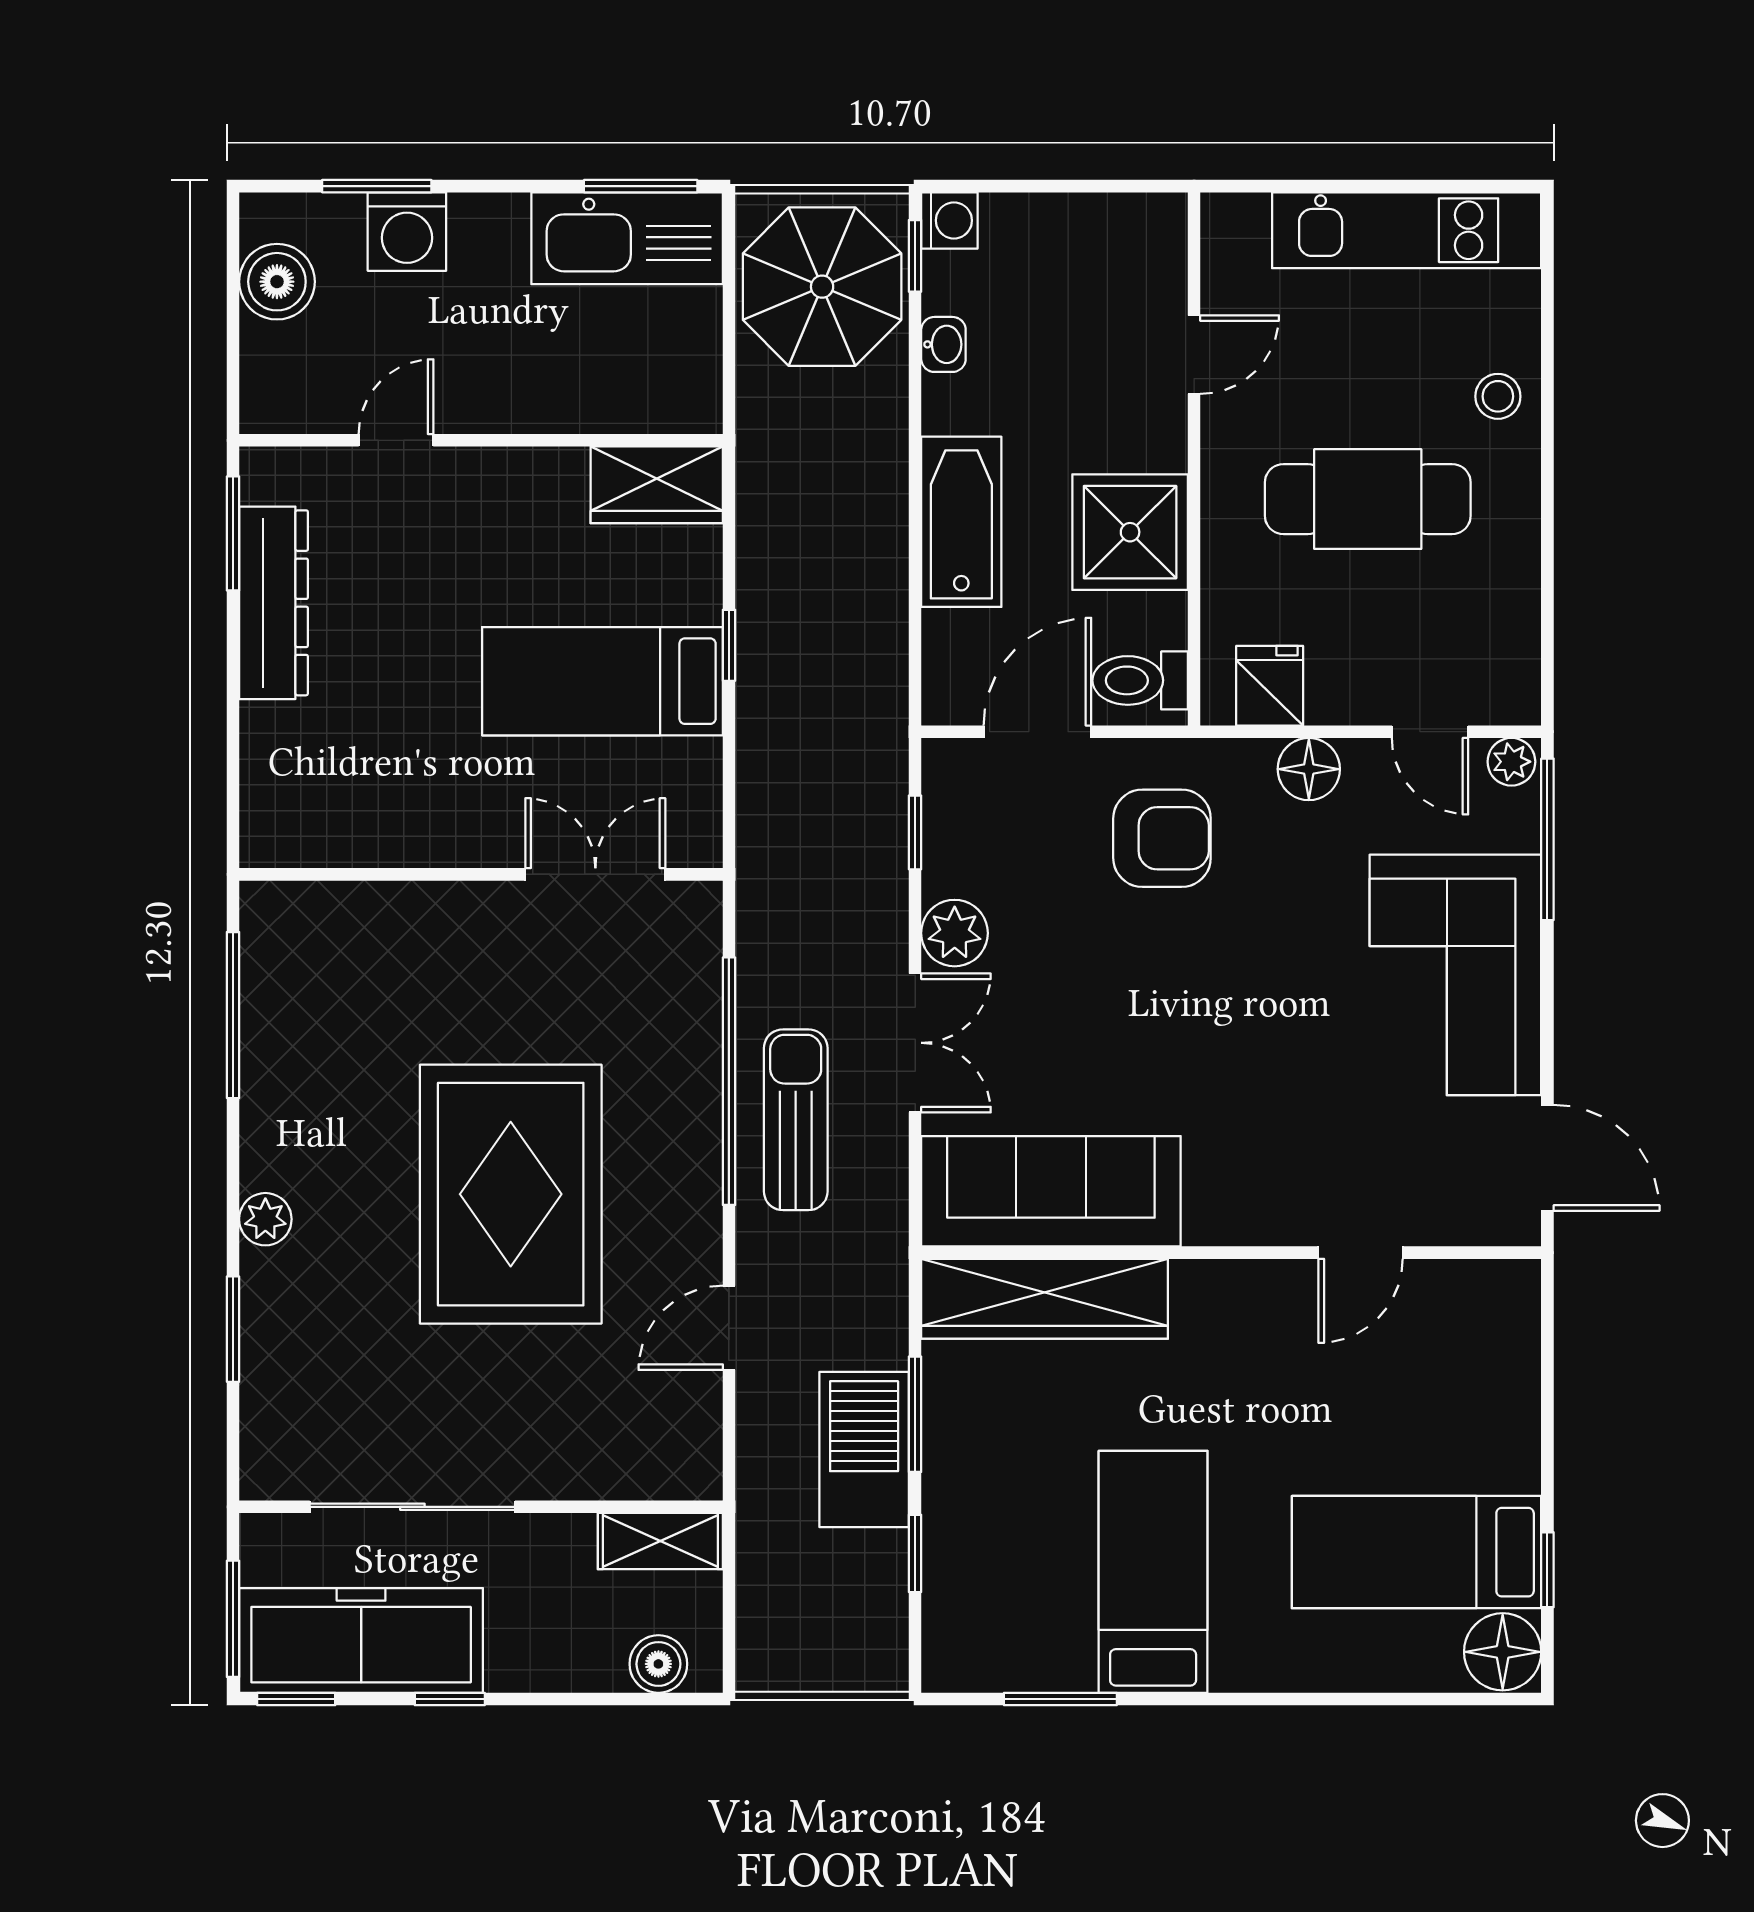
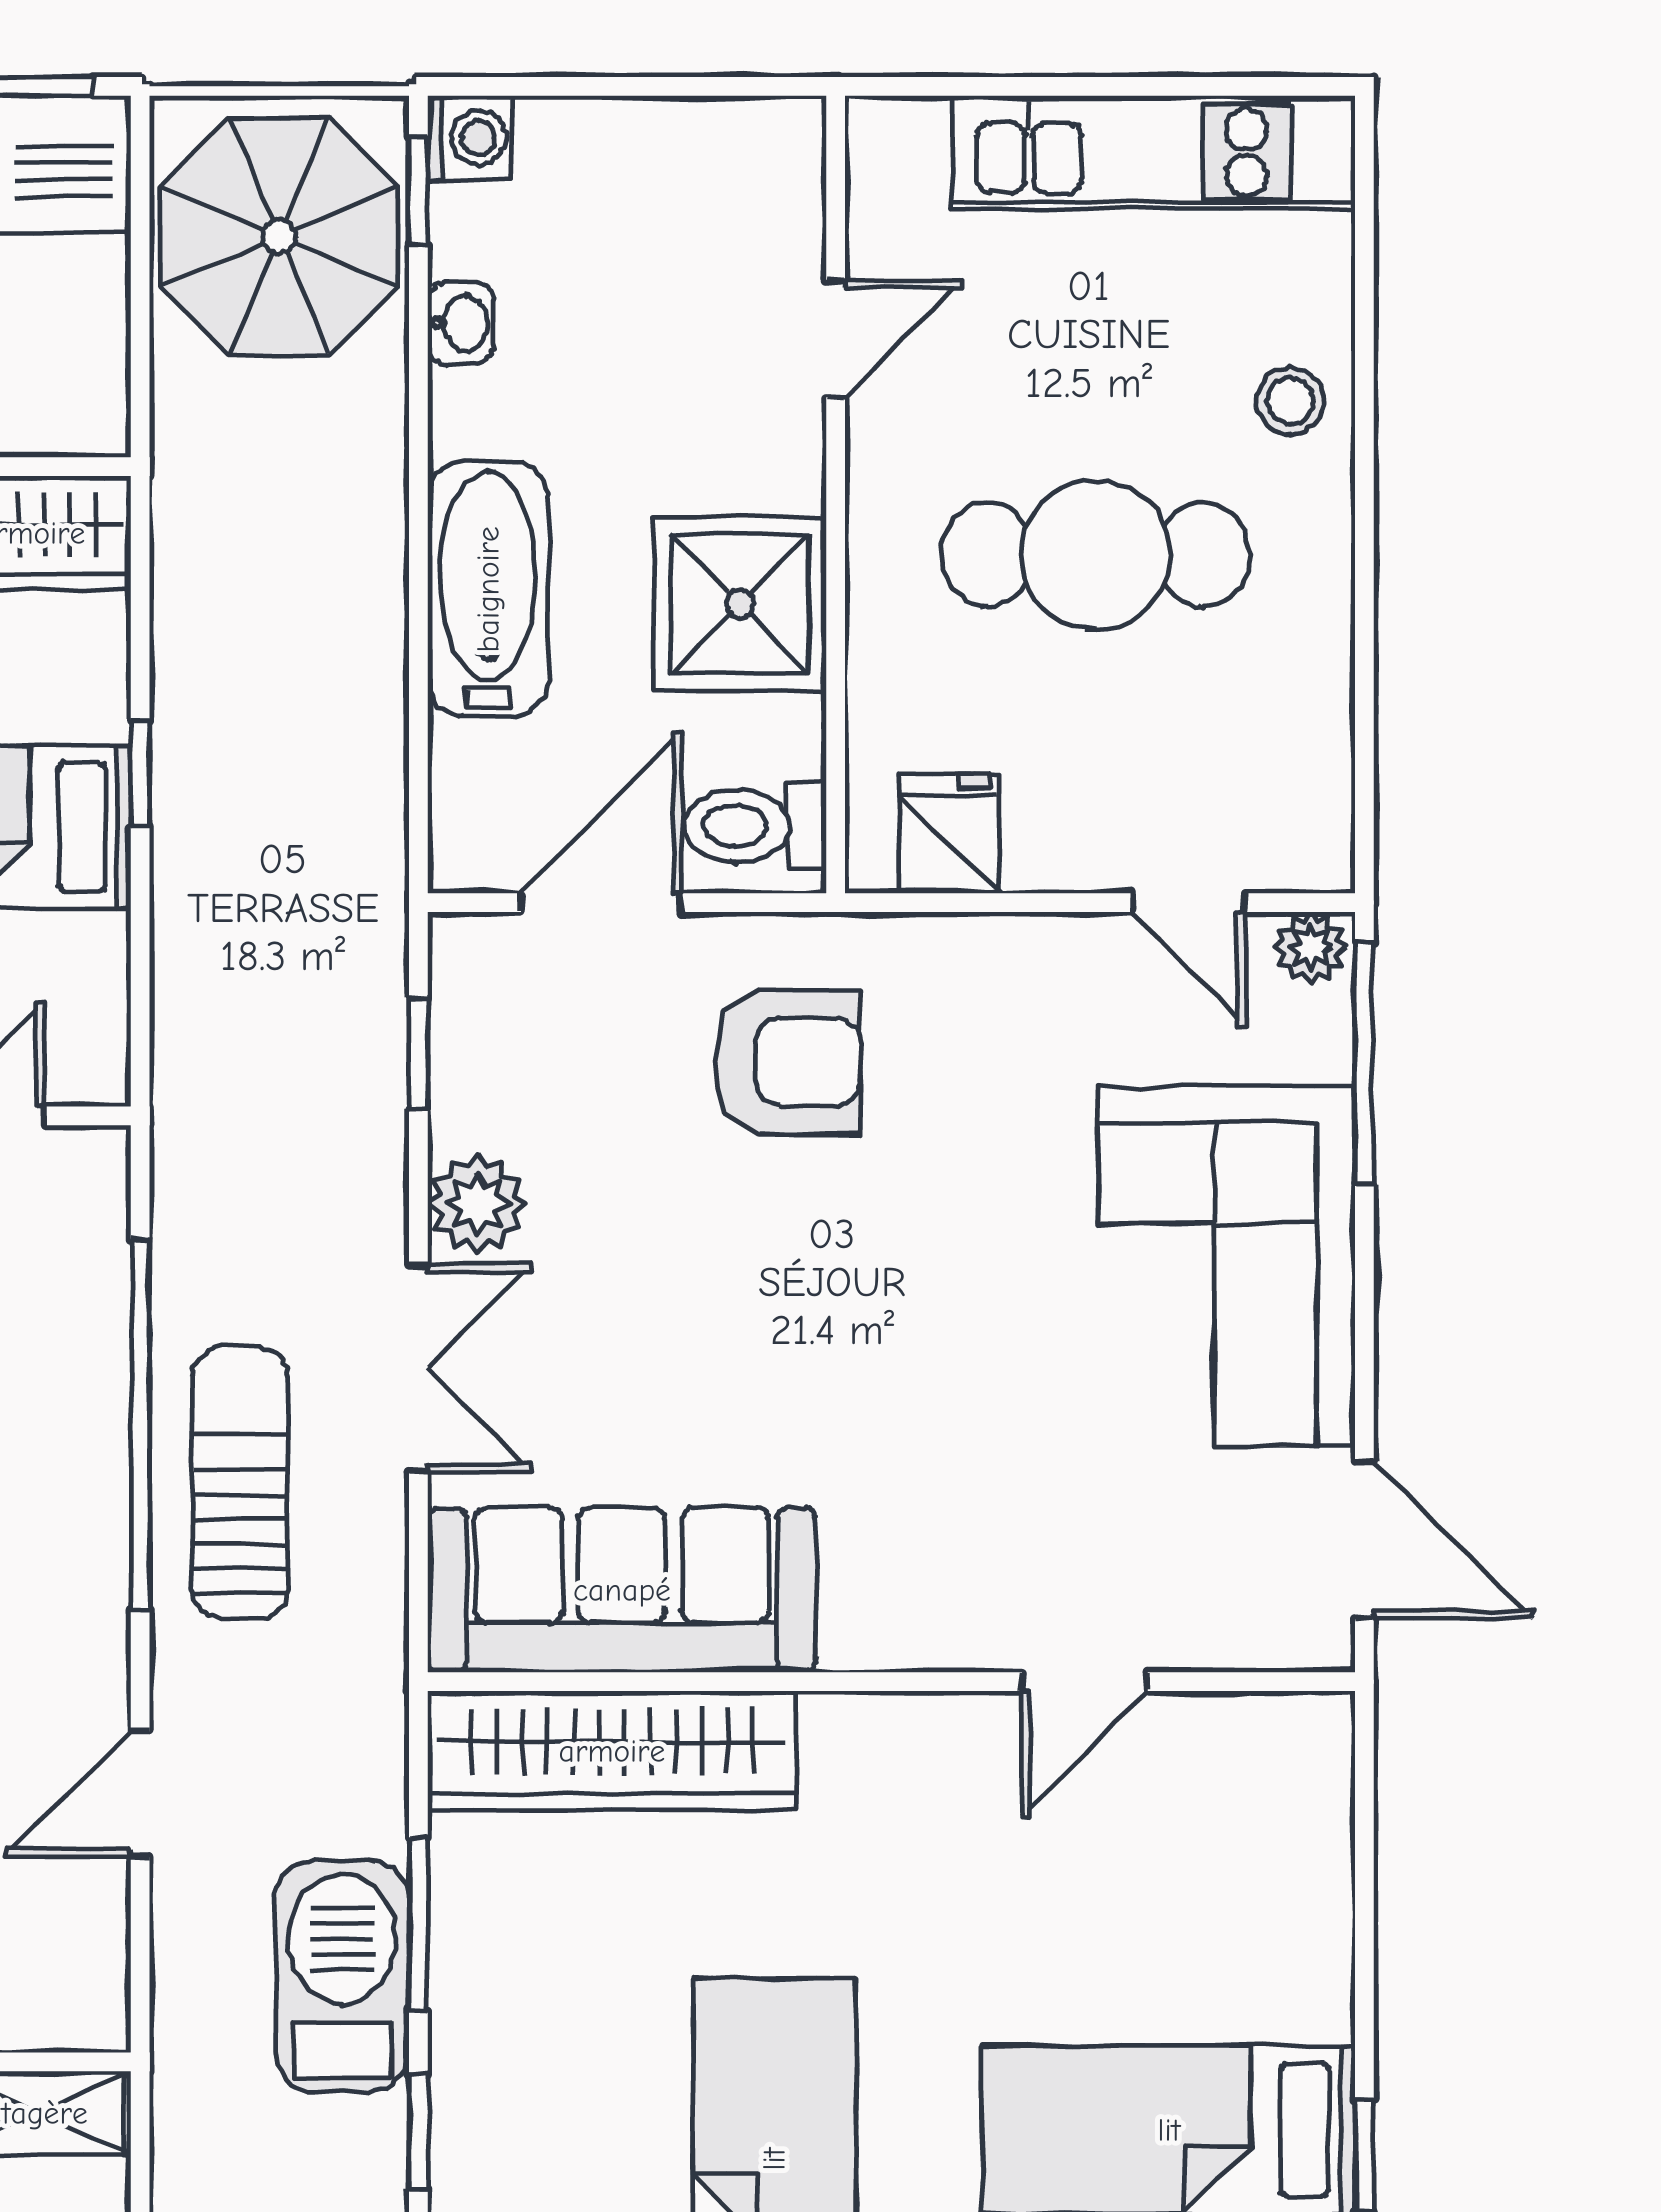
floor lamp: (1309, 769) -> (1007, 958), removed

